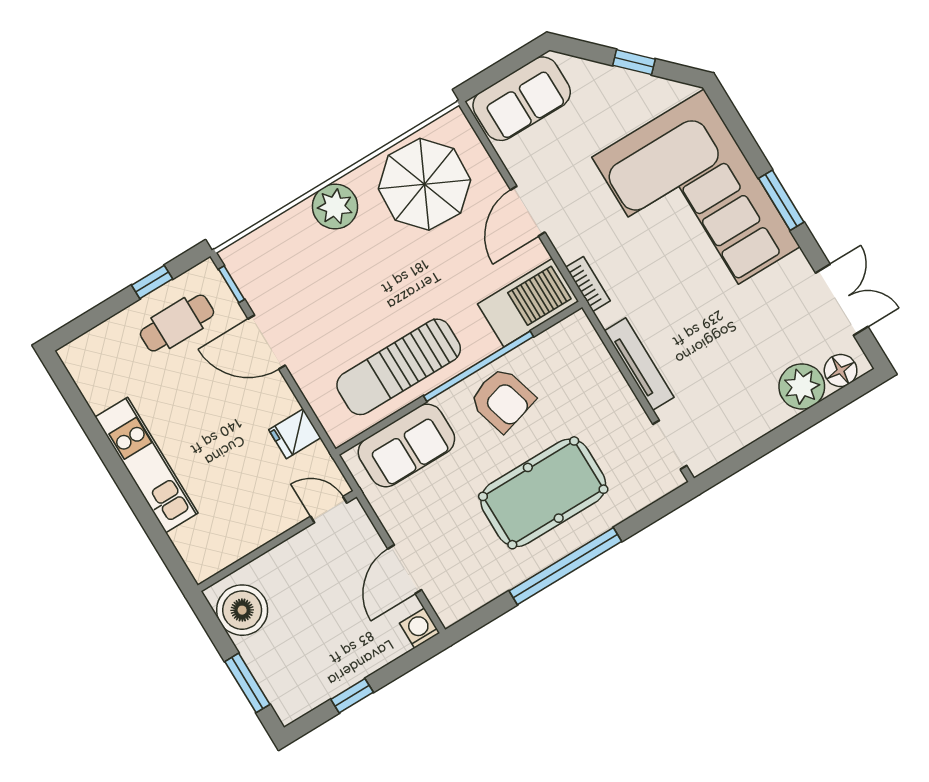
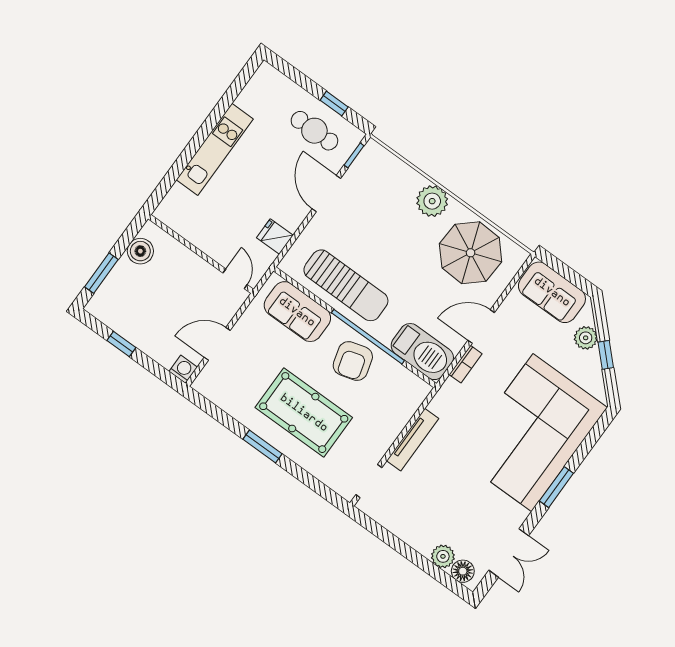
plant: (600, 79) -> (586, 338), added
bookcase: (588, 284) -> (466, 364), moved
sun lounger: (399, 367) -> (346, 285), turned 180
plant: (802, 386) -> (443, 556), width x0.73, depth x0.73
window: (565, 566) -> (263, 447), width x0.47
boiler: (242, 610) -> (140, 251), width x0.73, depth x0.73

